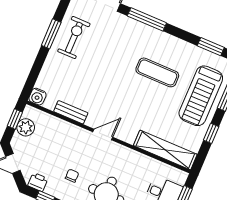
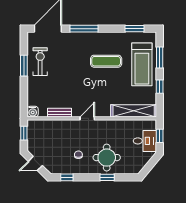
plant: (26, 127) -> (34, 136), removed
printer: (38, 182) -> (57, 169), removed

